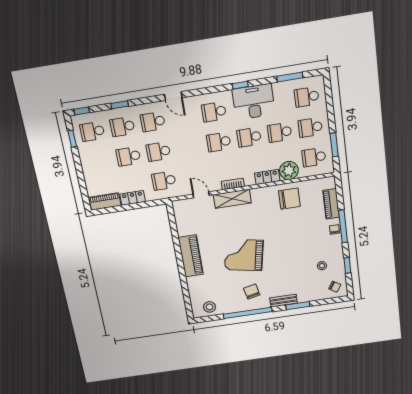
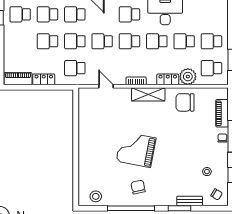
school desk: (307, 97) -> (102, 41), moved
shelving: (232, 199) -> (148, 94), moved
chair: (289, 199) -> (185, 102), turned 180
piano: (191, 256) -> (87, 143), removed
bench: (283, 301) -> (190, 201), moved

